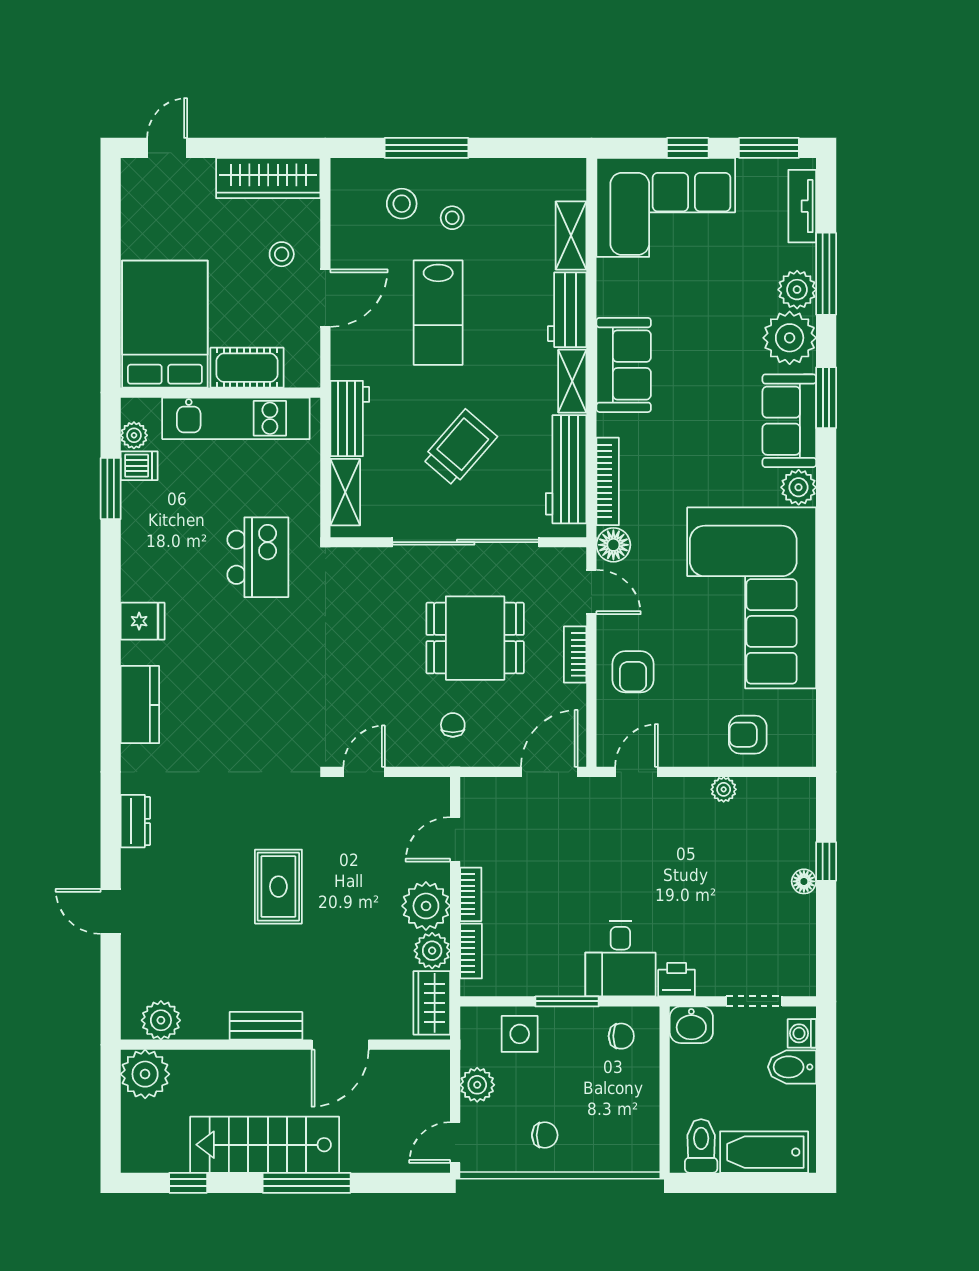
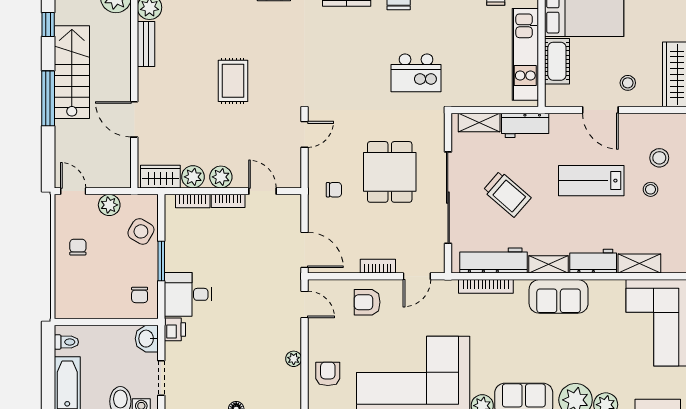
floor lamp: (613, 545) -> (446, 290), removed
kitchen island: (258, 557) -> (416, 73), moved
dining table: (475, 638) -> (390, 172), moved
door: (364, 772) -> (305, 134), hinge flipped
rug: (278, 887) -> (233, 81), turned 90
plant: (426, 906) -> (221, 177), width x0.73, depth x0.73
bench: (266, 1026) -> (146, 44), moved
side table: (520, 1034) -> (141, 231), turned 30
chair: (545, 1135) -> (78, 247), turned 180
toilet: (701, 1146) -> (66, 342), width x0.73, depth x0.72

